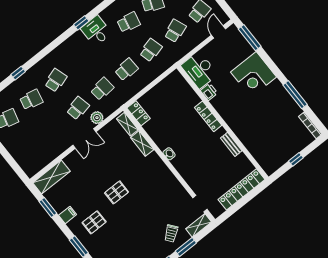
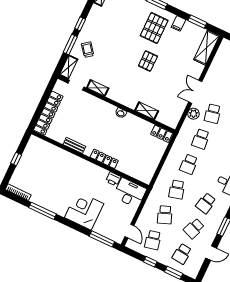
shelving: (127, 124) -> (98, 88), moved
pallet: (94, 222) -> (154, 28), width x1.50, depth x1.42

